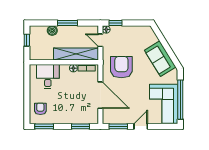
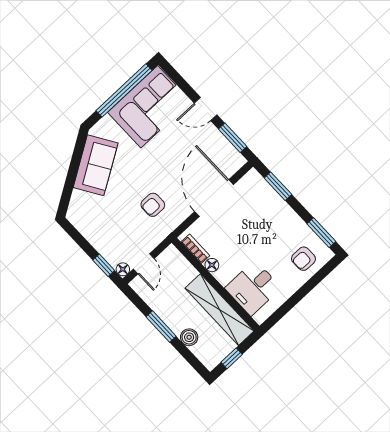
shelving: (76, 54) -> (219, 310), moved
armchair: (121, 67) -> (153, 205), width x0.53, depth x0.53

